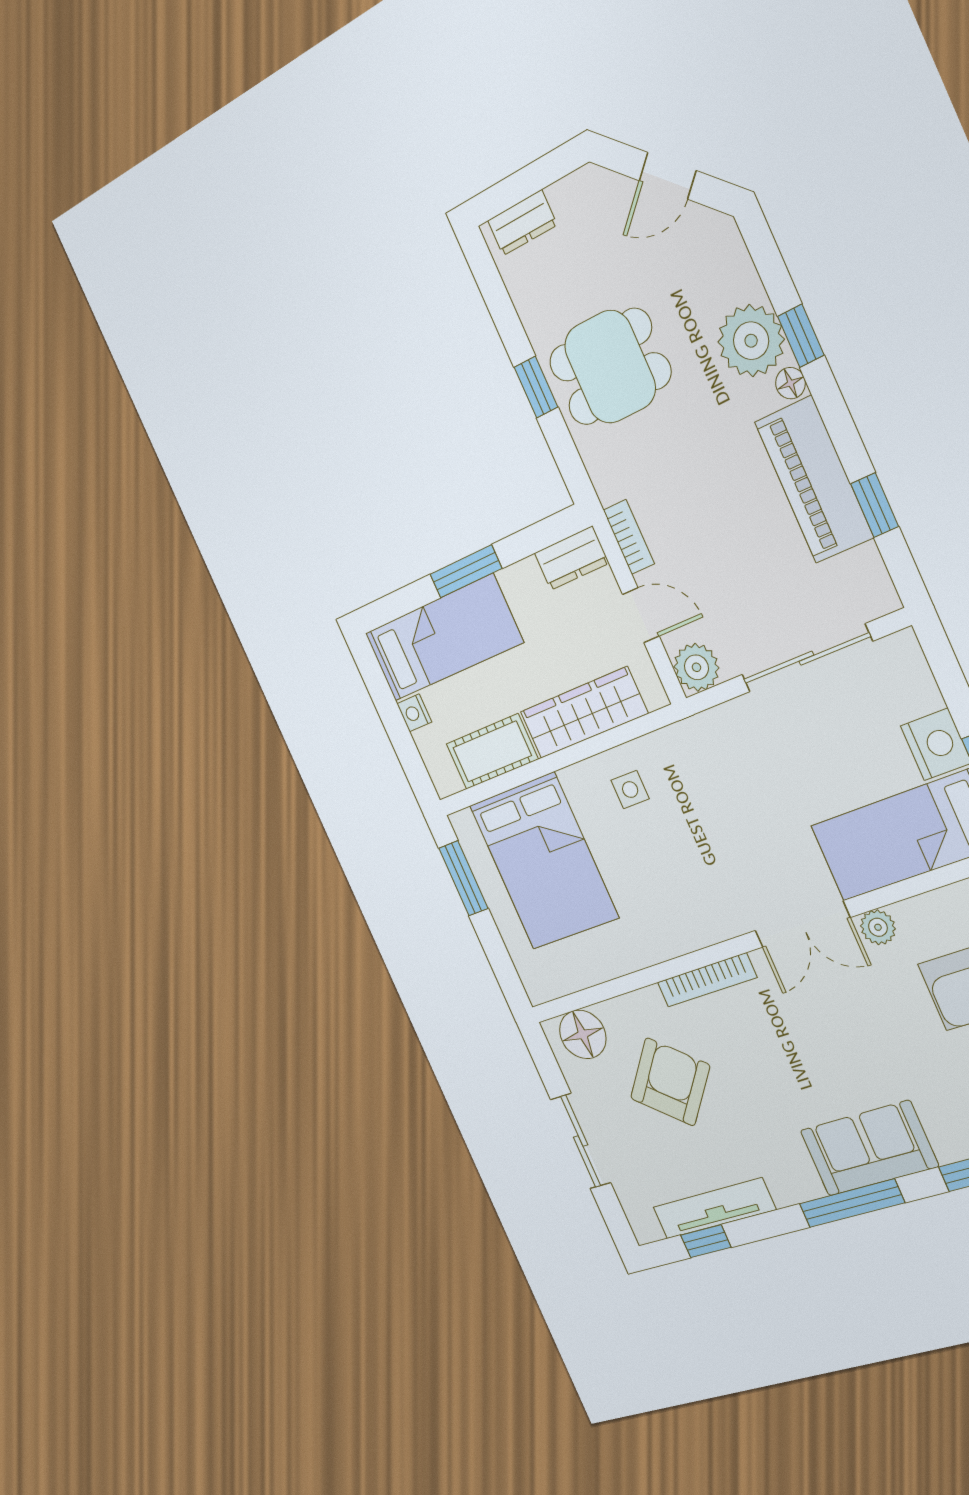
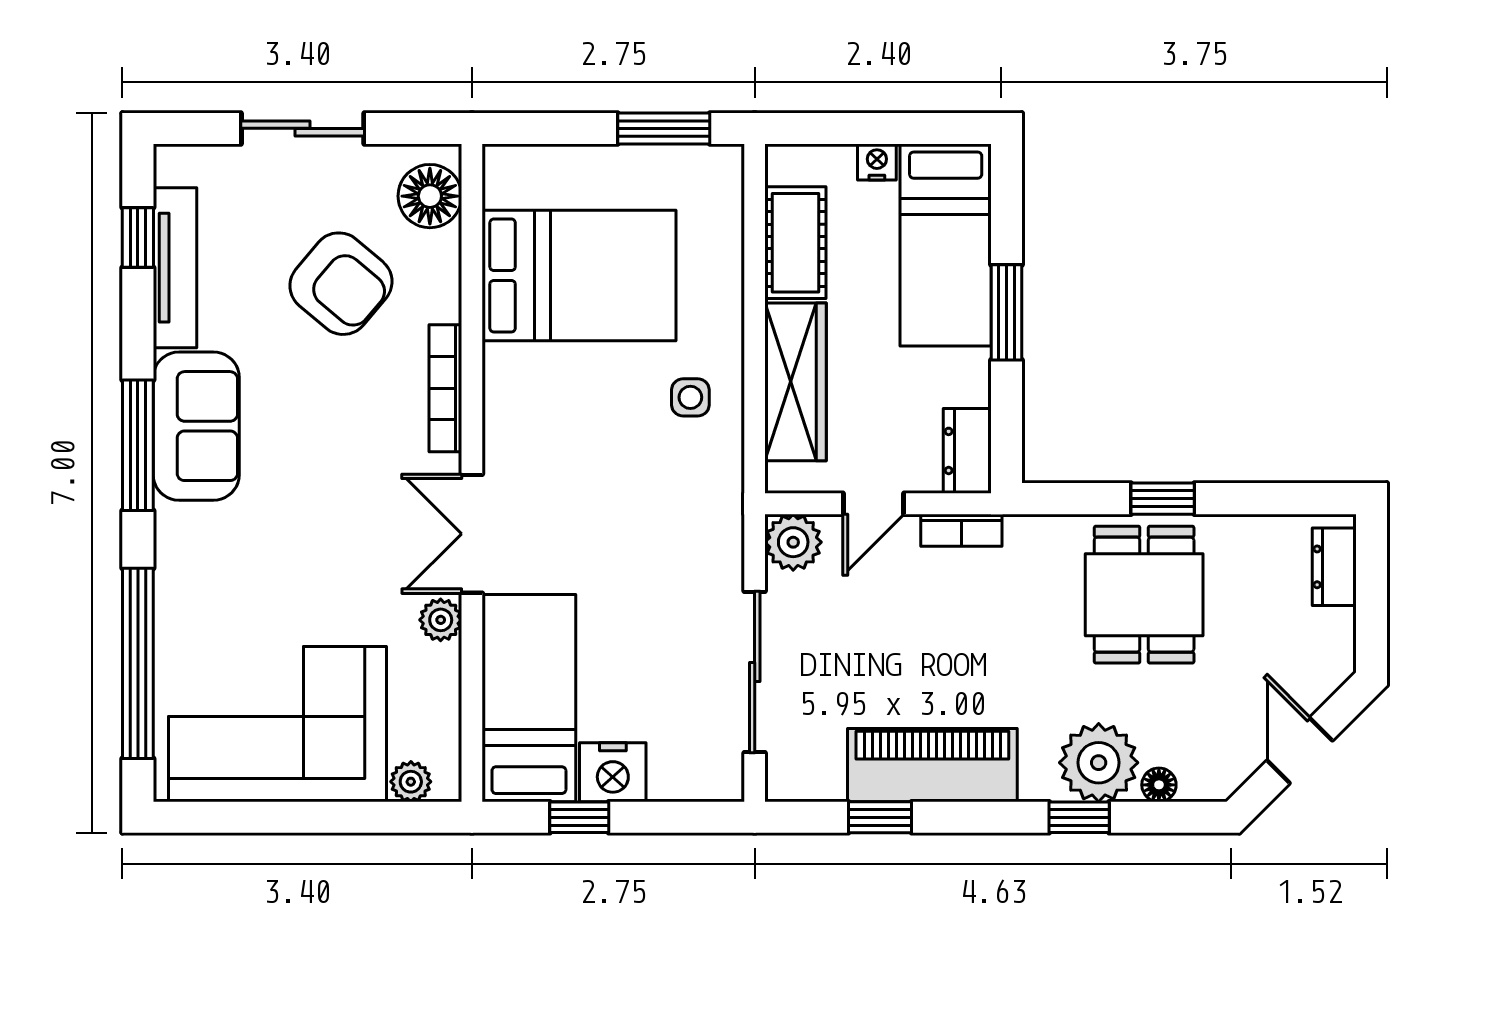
floor lamp: (790, 383) -> (1159, 785), moved
bed: (544, 861) -> (579, 275), moved, turned 180
sofa: (869, 1148) -> (196, 426), moved

